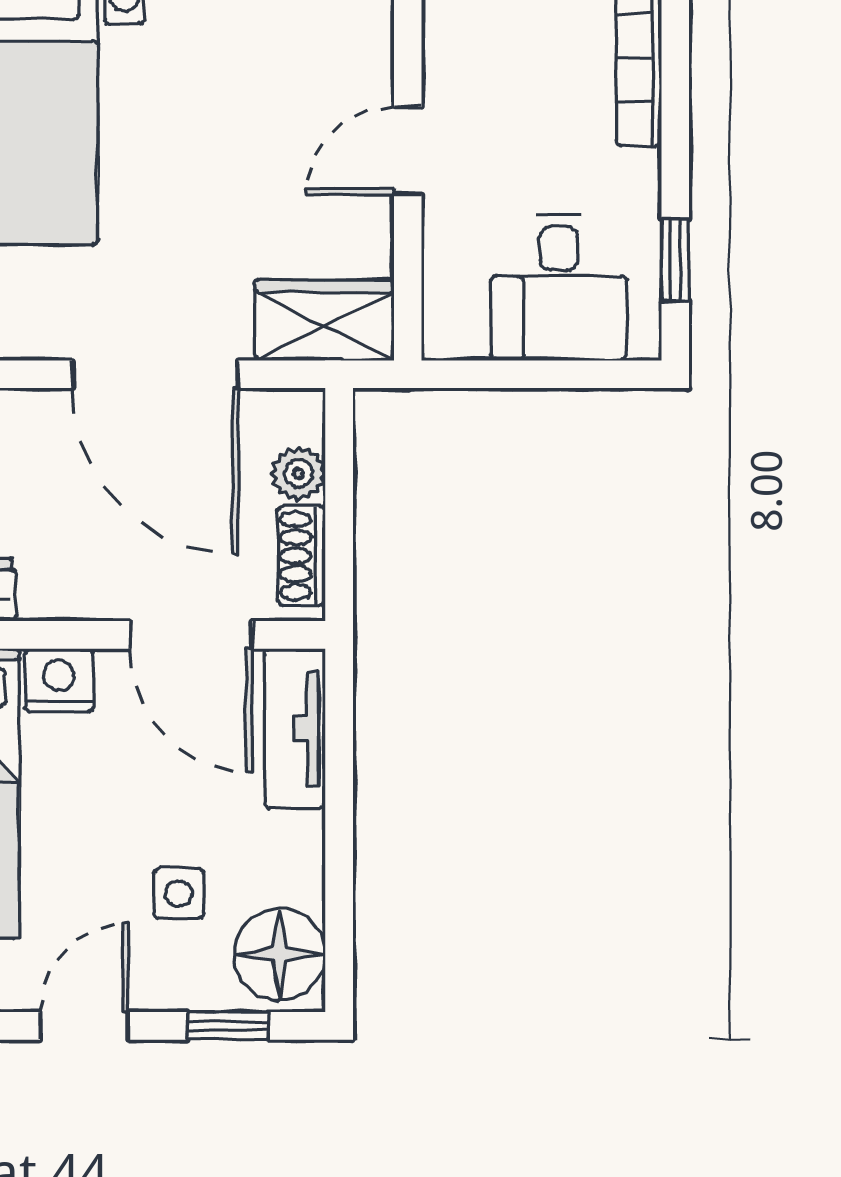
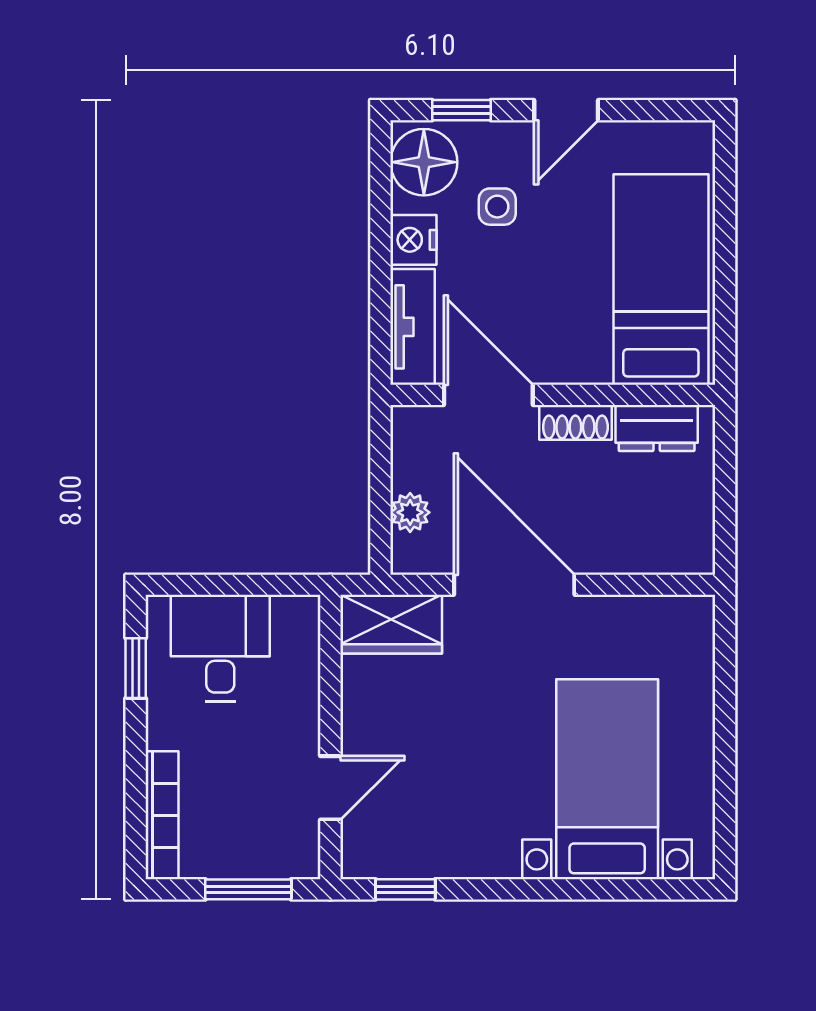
door: (408, 151) -> (330, 788), moved
shoe rack: (301, 556) -> (575, 422), moved, turned 90
nightstand: (59, 680) -> (413, 240), moved, turned 90

